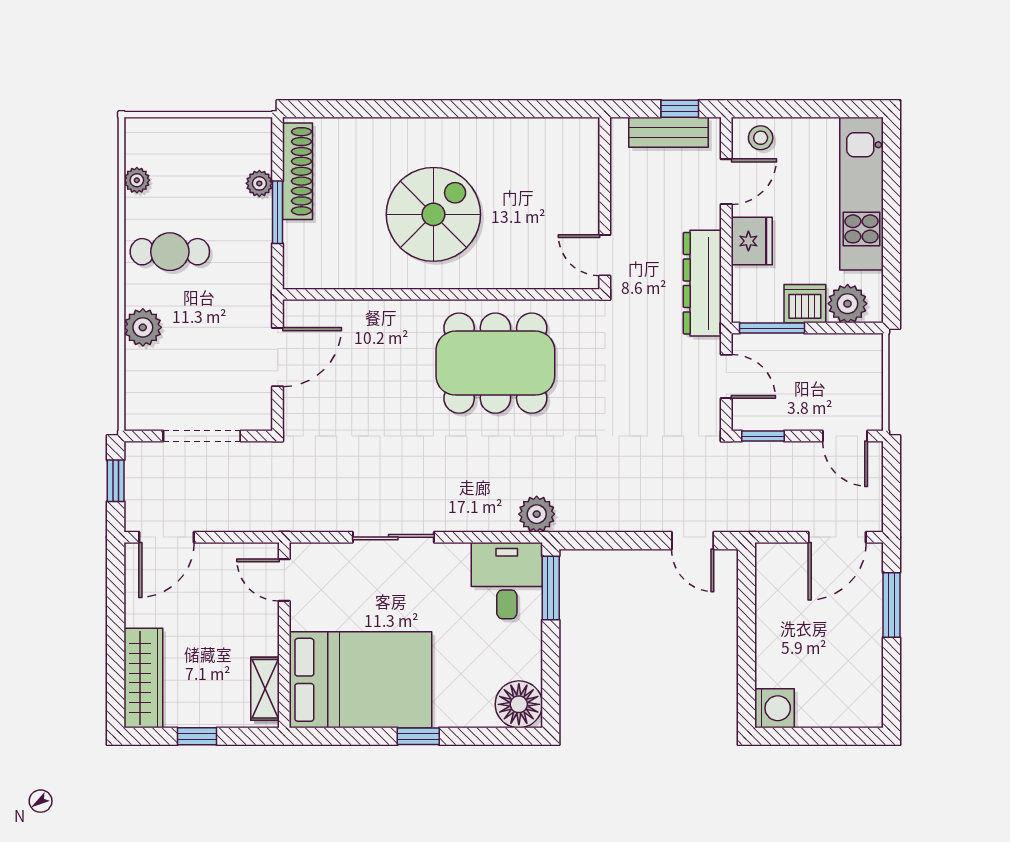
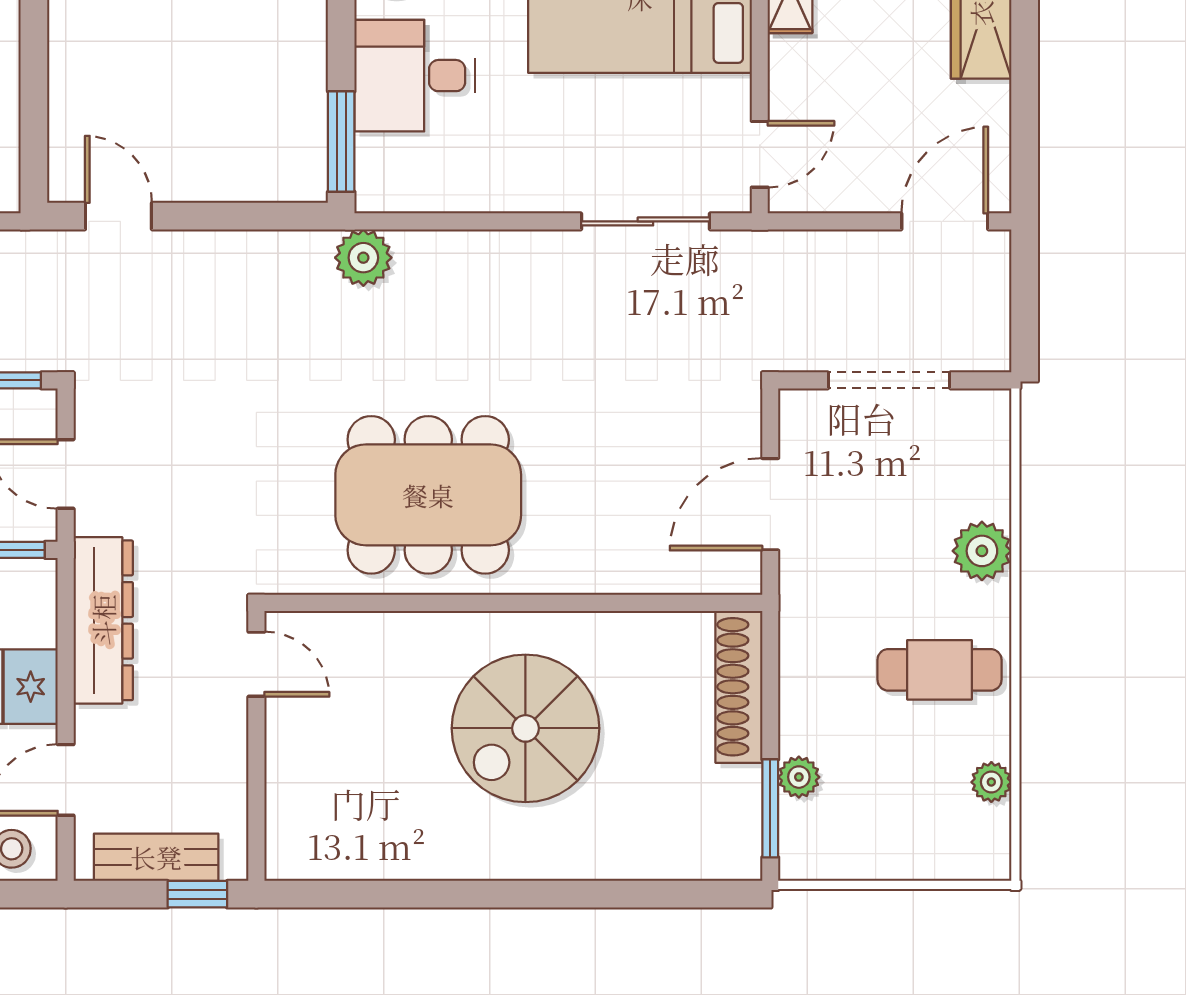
window: (680, 109) -> (197, 894), moved
shoe rack: (298, 171) -> (739, 687), moved
window: (278, 212) -> (770, 808), moved
window: (116, 481) -> (1025, 310), removed
sliding door: (393, 537) -> (645, 221), moved
door: (284, 580) -> (760, 154), hinge flipped
desk: (507, 581) -> (415, 76), moved, turned 90

